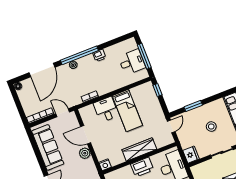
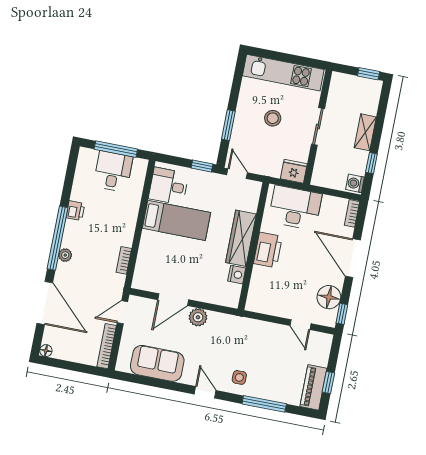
window: (157, 90) -> (202, 166), moved
desk: (106, 110) -> (169, 186), moved
sofa: (48, 147) -> (157, 363), width x0.73
nightstand: (105, 165) -> (237, 275), moved

